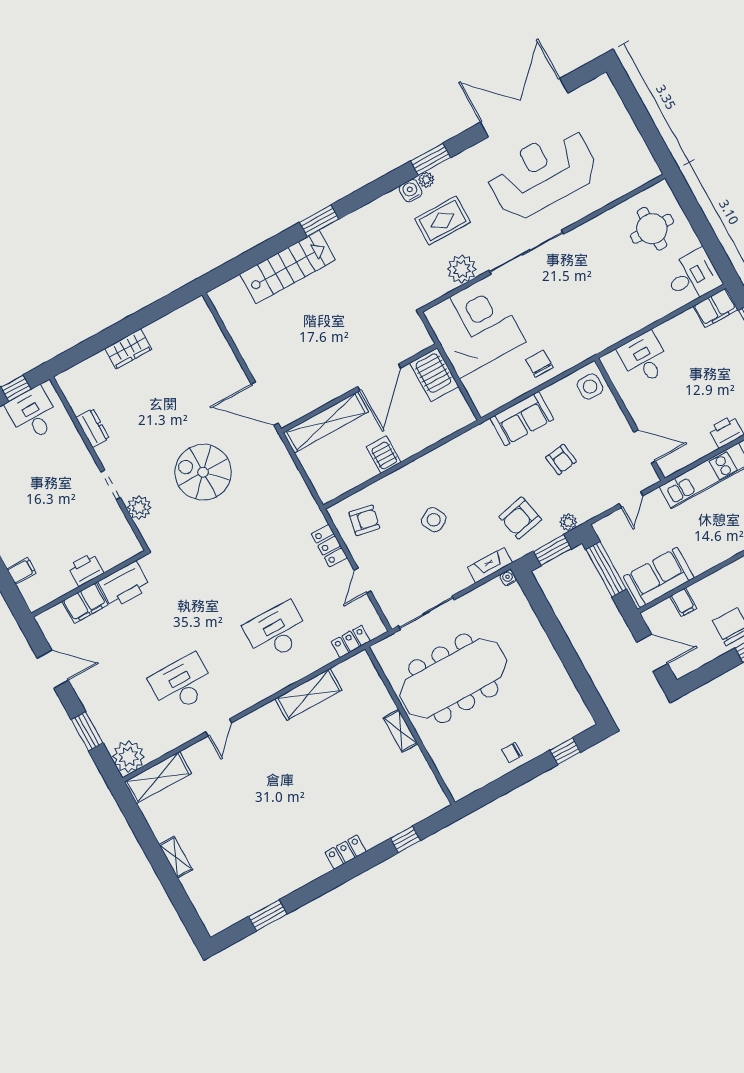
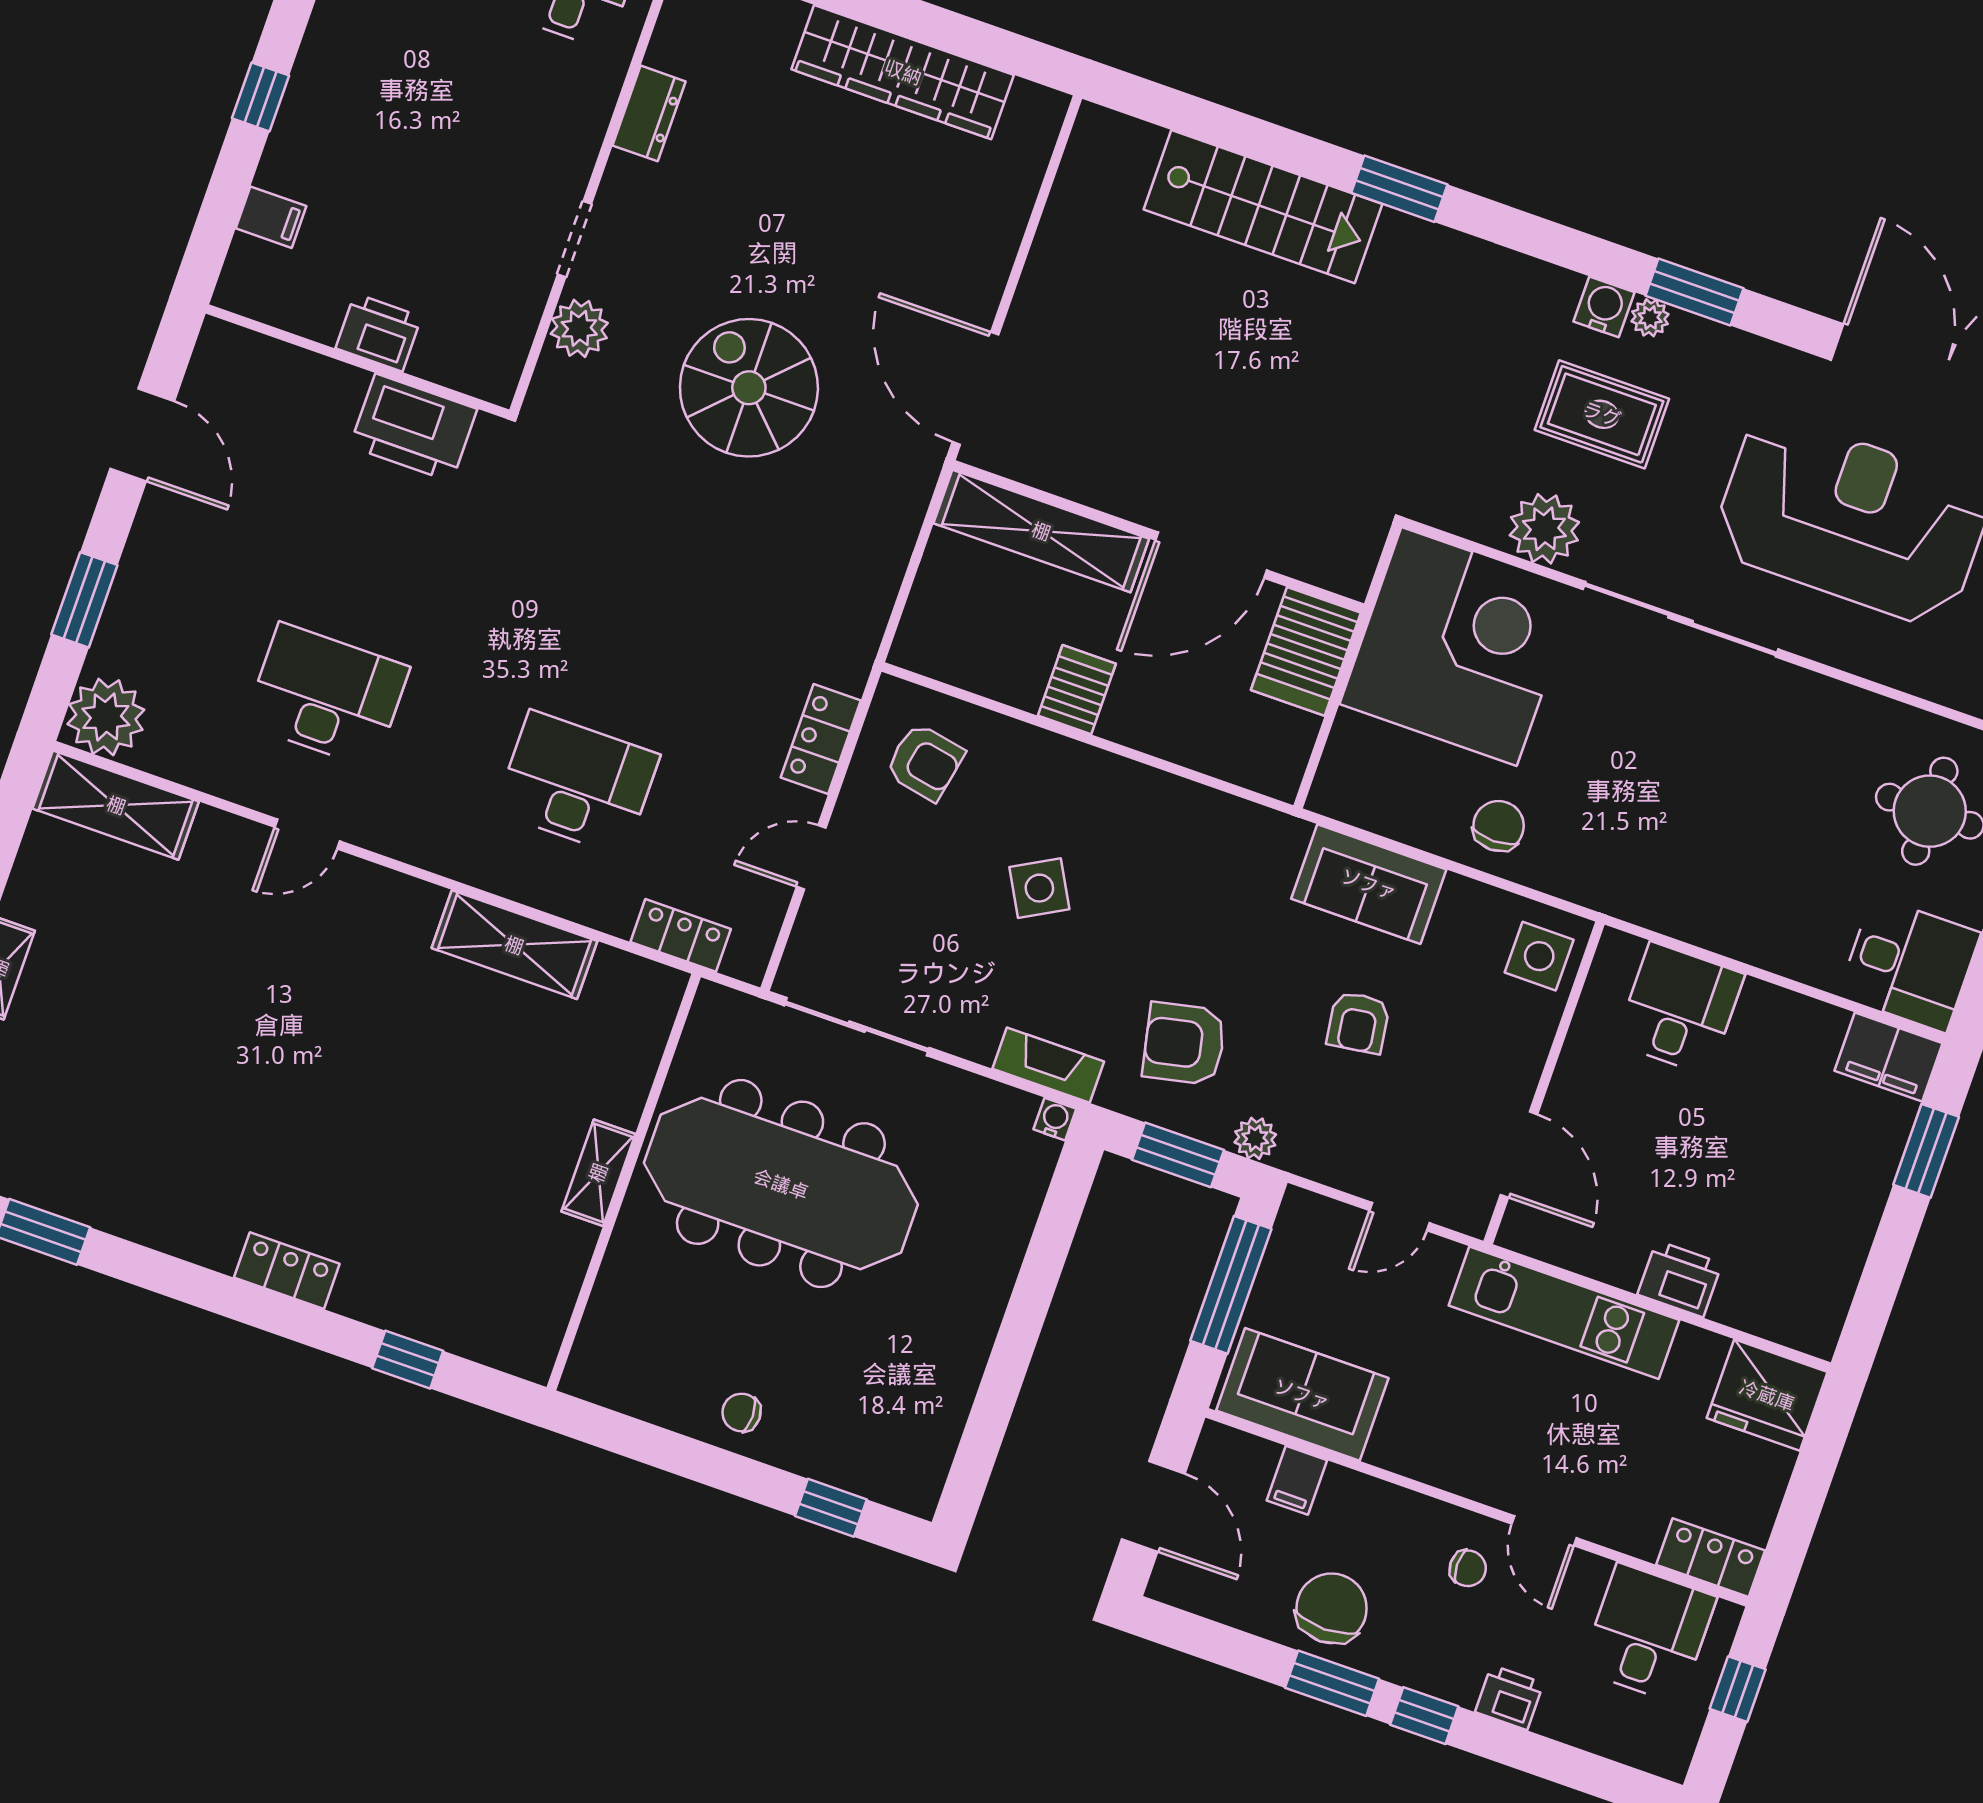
wardrobe: (128, 349) -> (903, 72), width x2.10, depth x1.17
filing cabinet: (85, 603) -> (316, 386), removed

